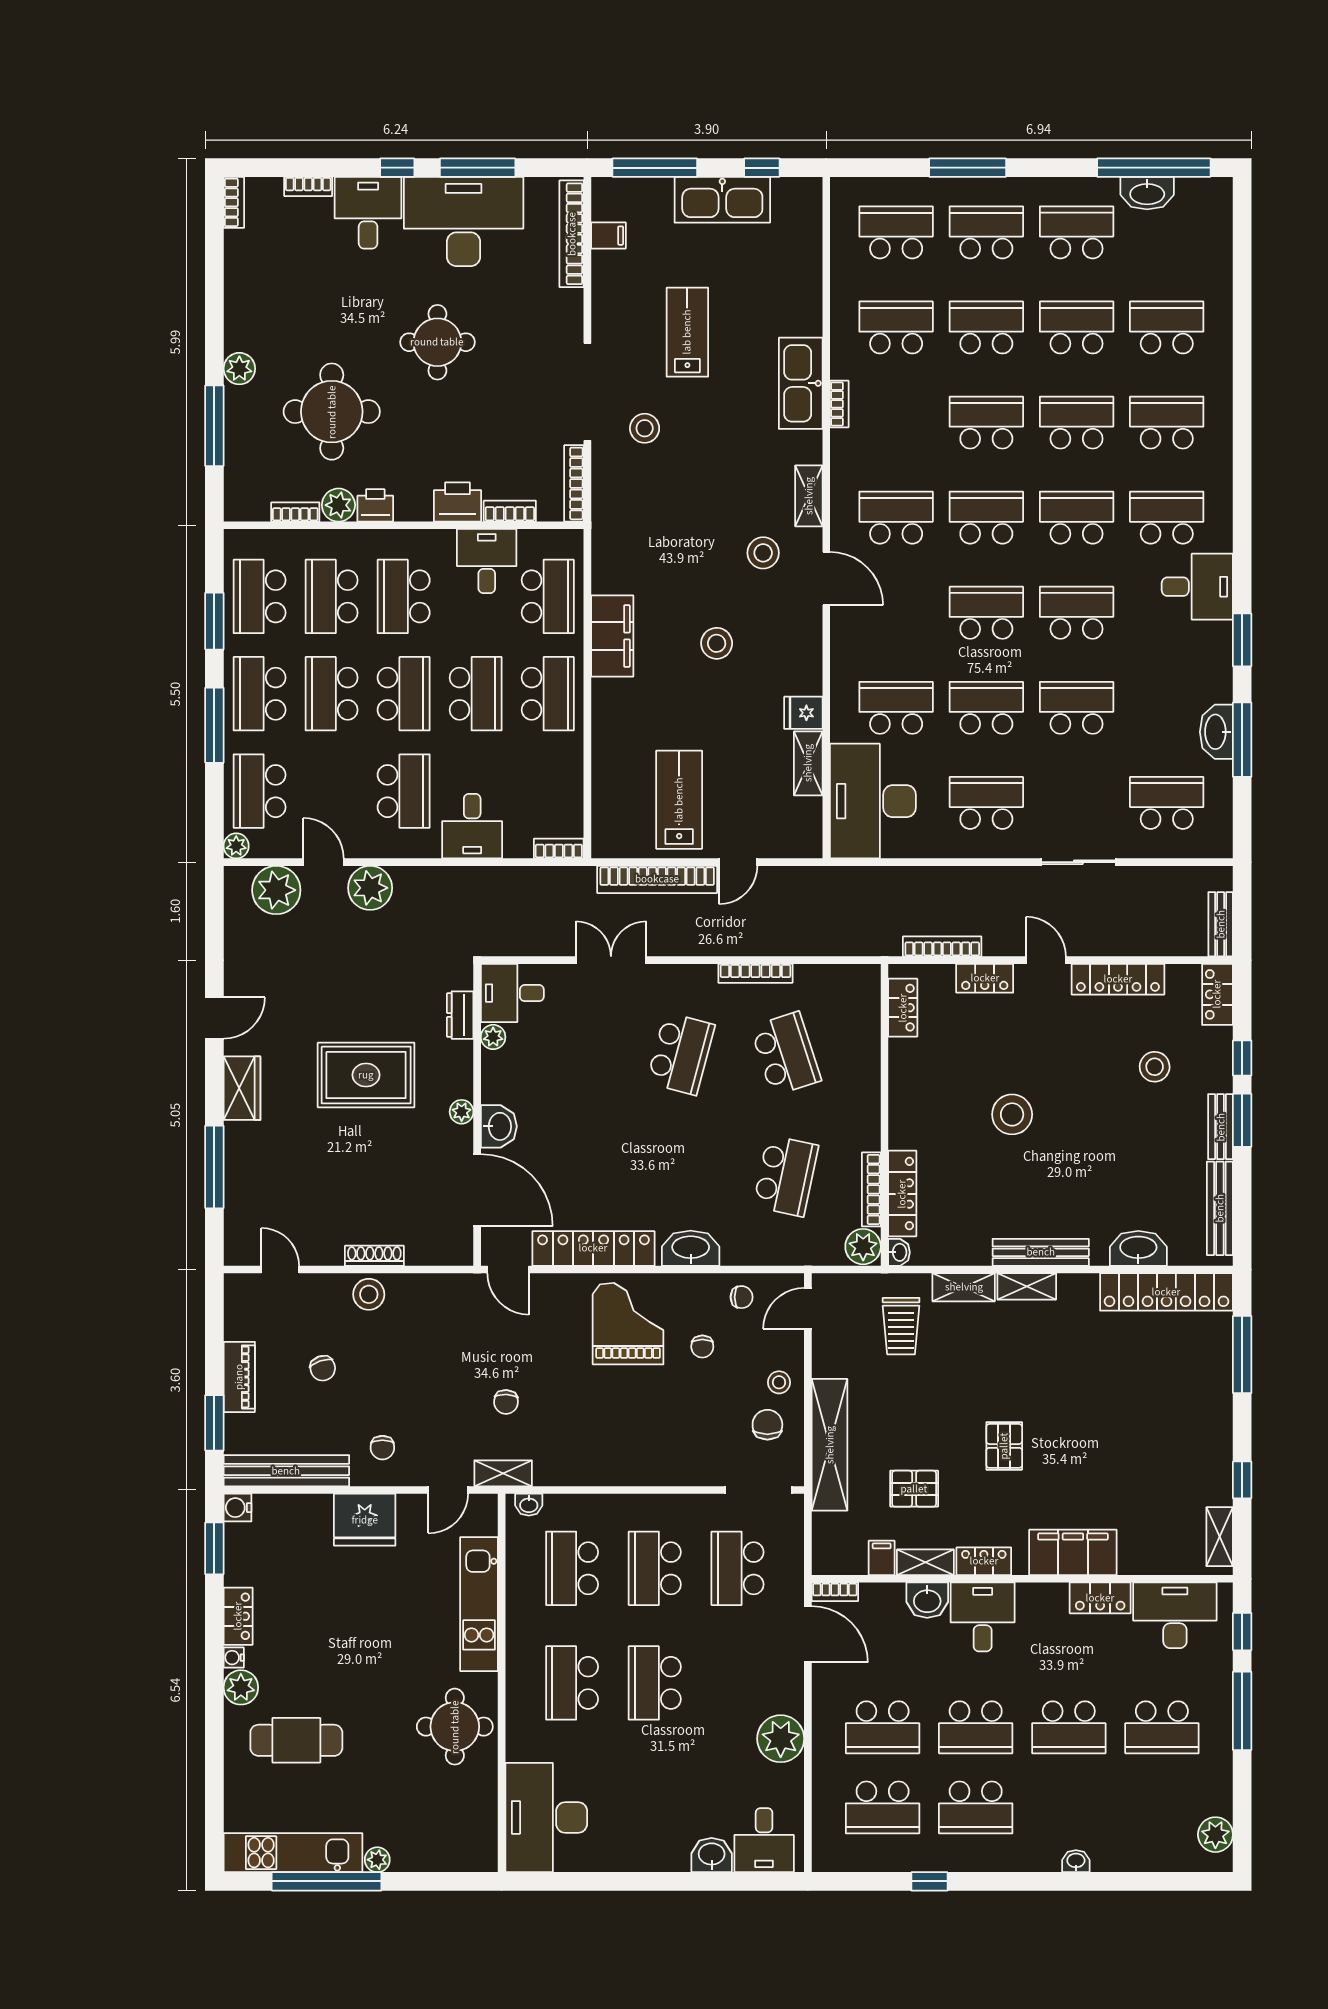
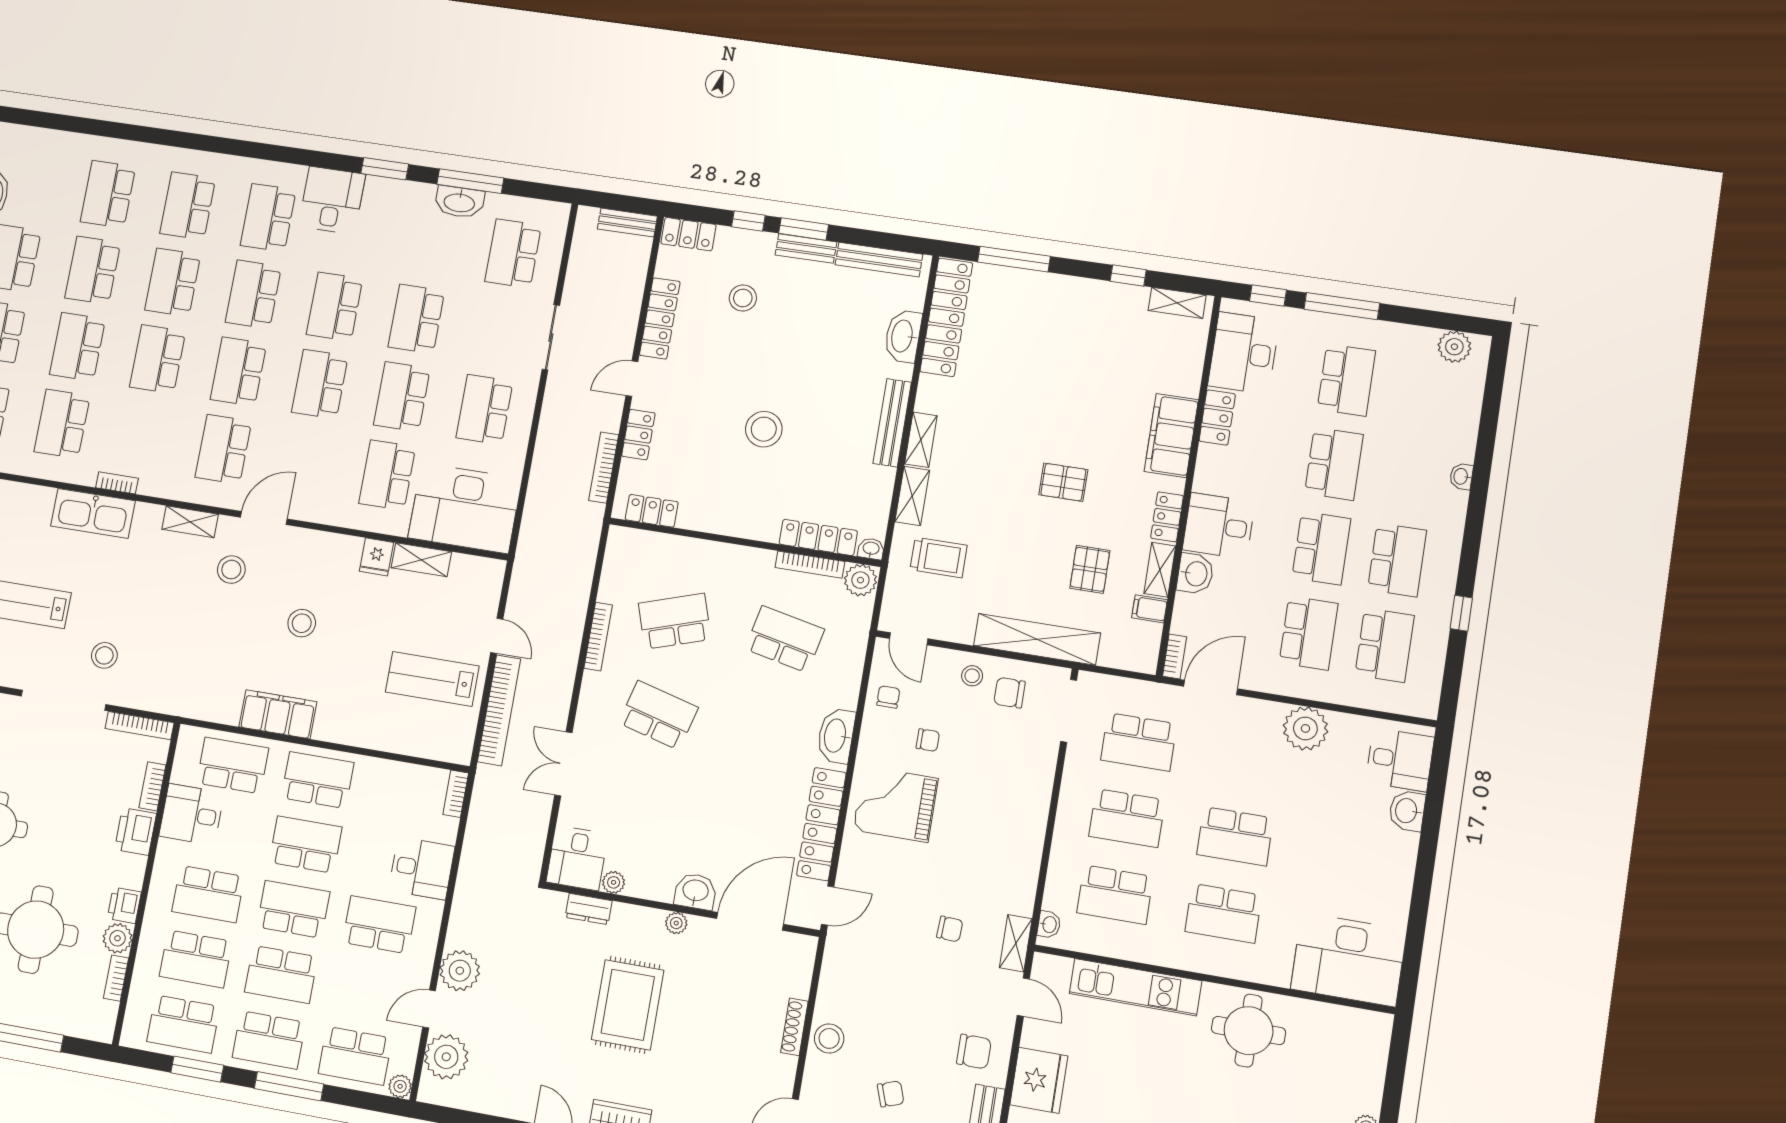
chair: (382, 1448) -> (974, 1052), width x1.37, depth x1.37

